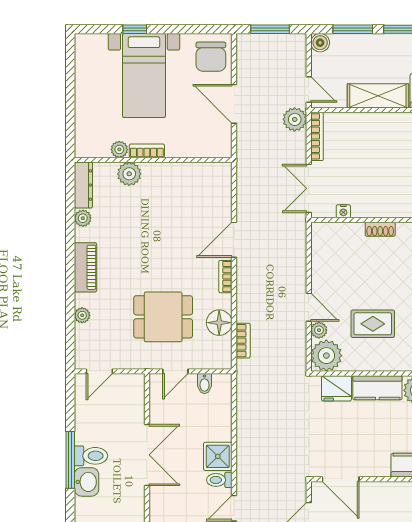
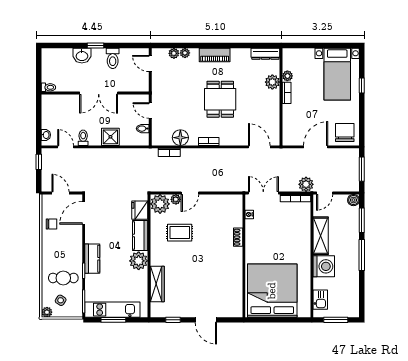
chair: (211, 57) -> (345, 132), turned 90
bed with nightstands: (144, 75) -> (337, 74), moved, turned -90
plant: (83, 218) -> (174, 53), moved
door: (234, 240) -> (259, 147), moved
dining table: (163, 317) -> (220, 99), moved
rug: (373, 324) -> (180, 233), turned 90
toilet: (91, 456) -> (113, 58), moved
shower: (218, 456) -> (110, 137), moved
window: (70, 460) -> (96, 46), width x0.46

